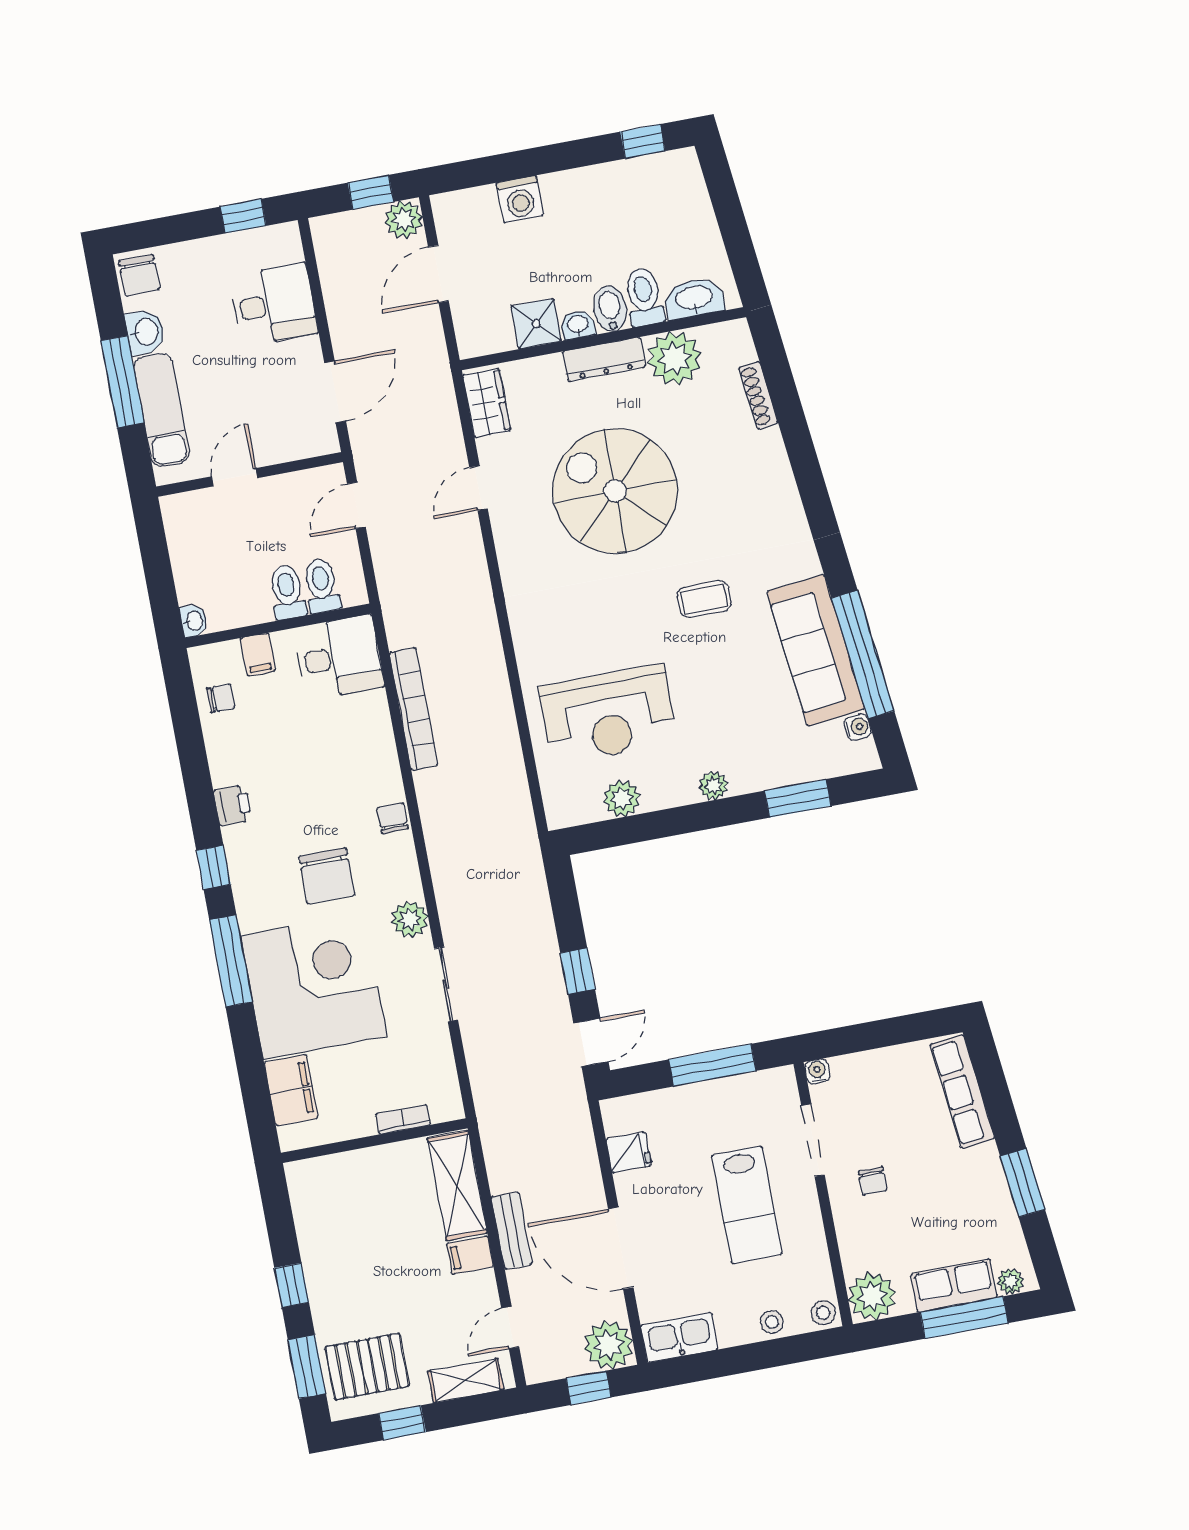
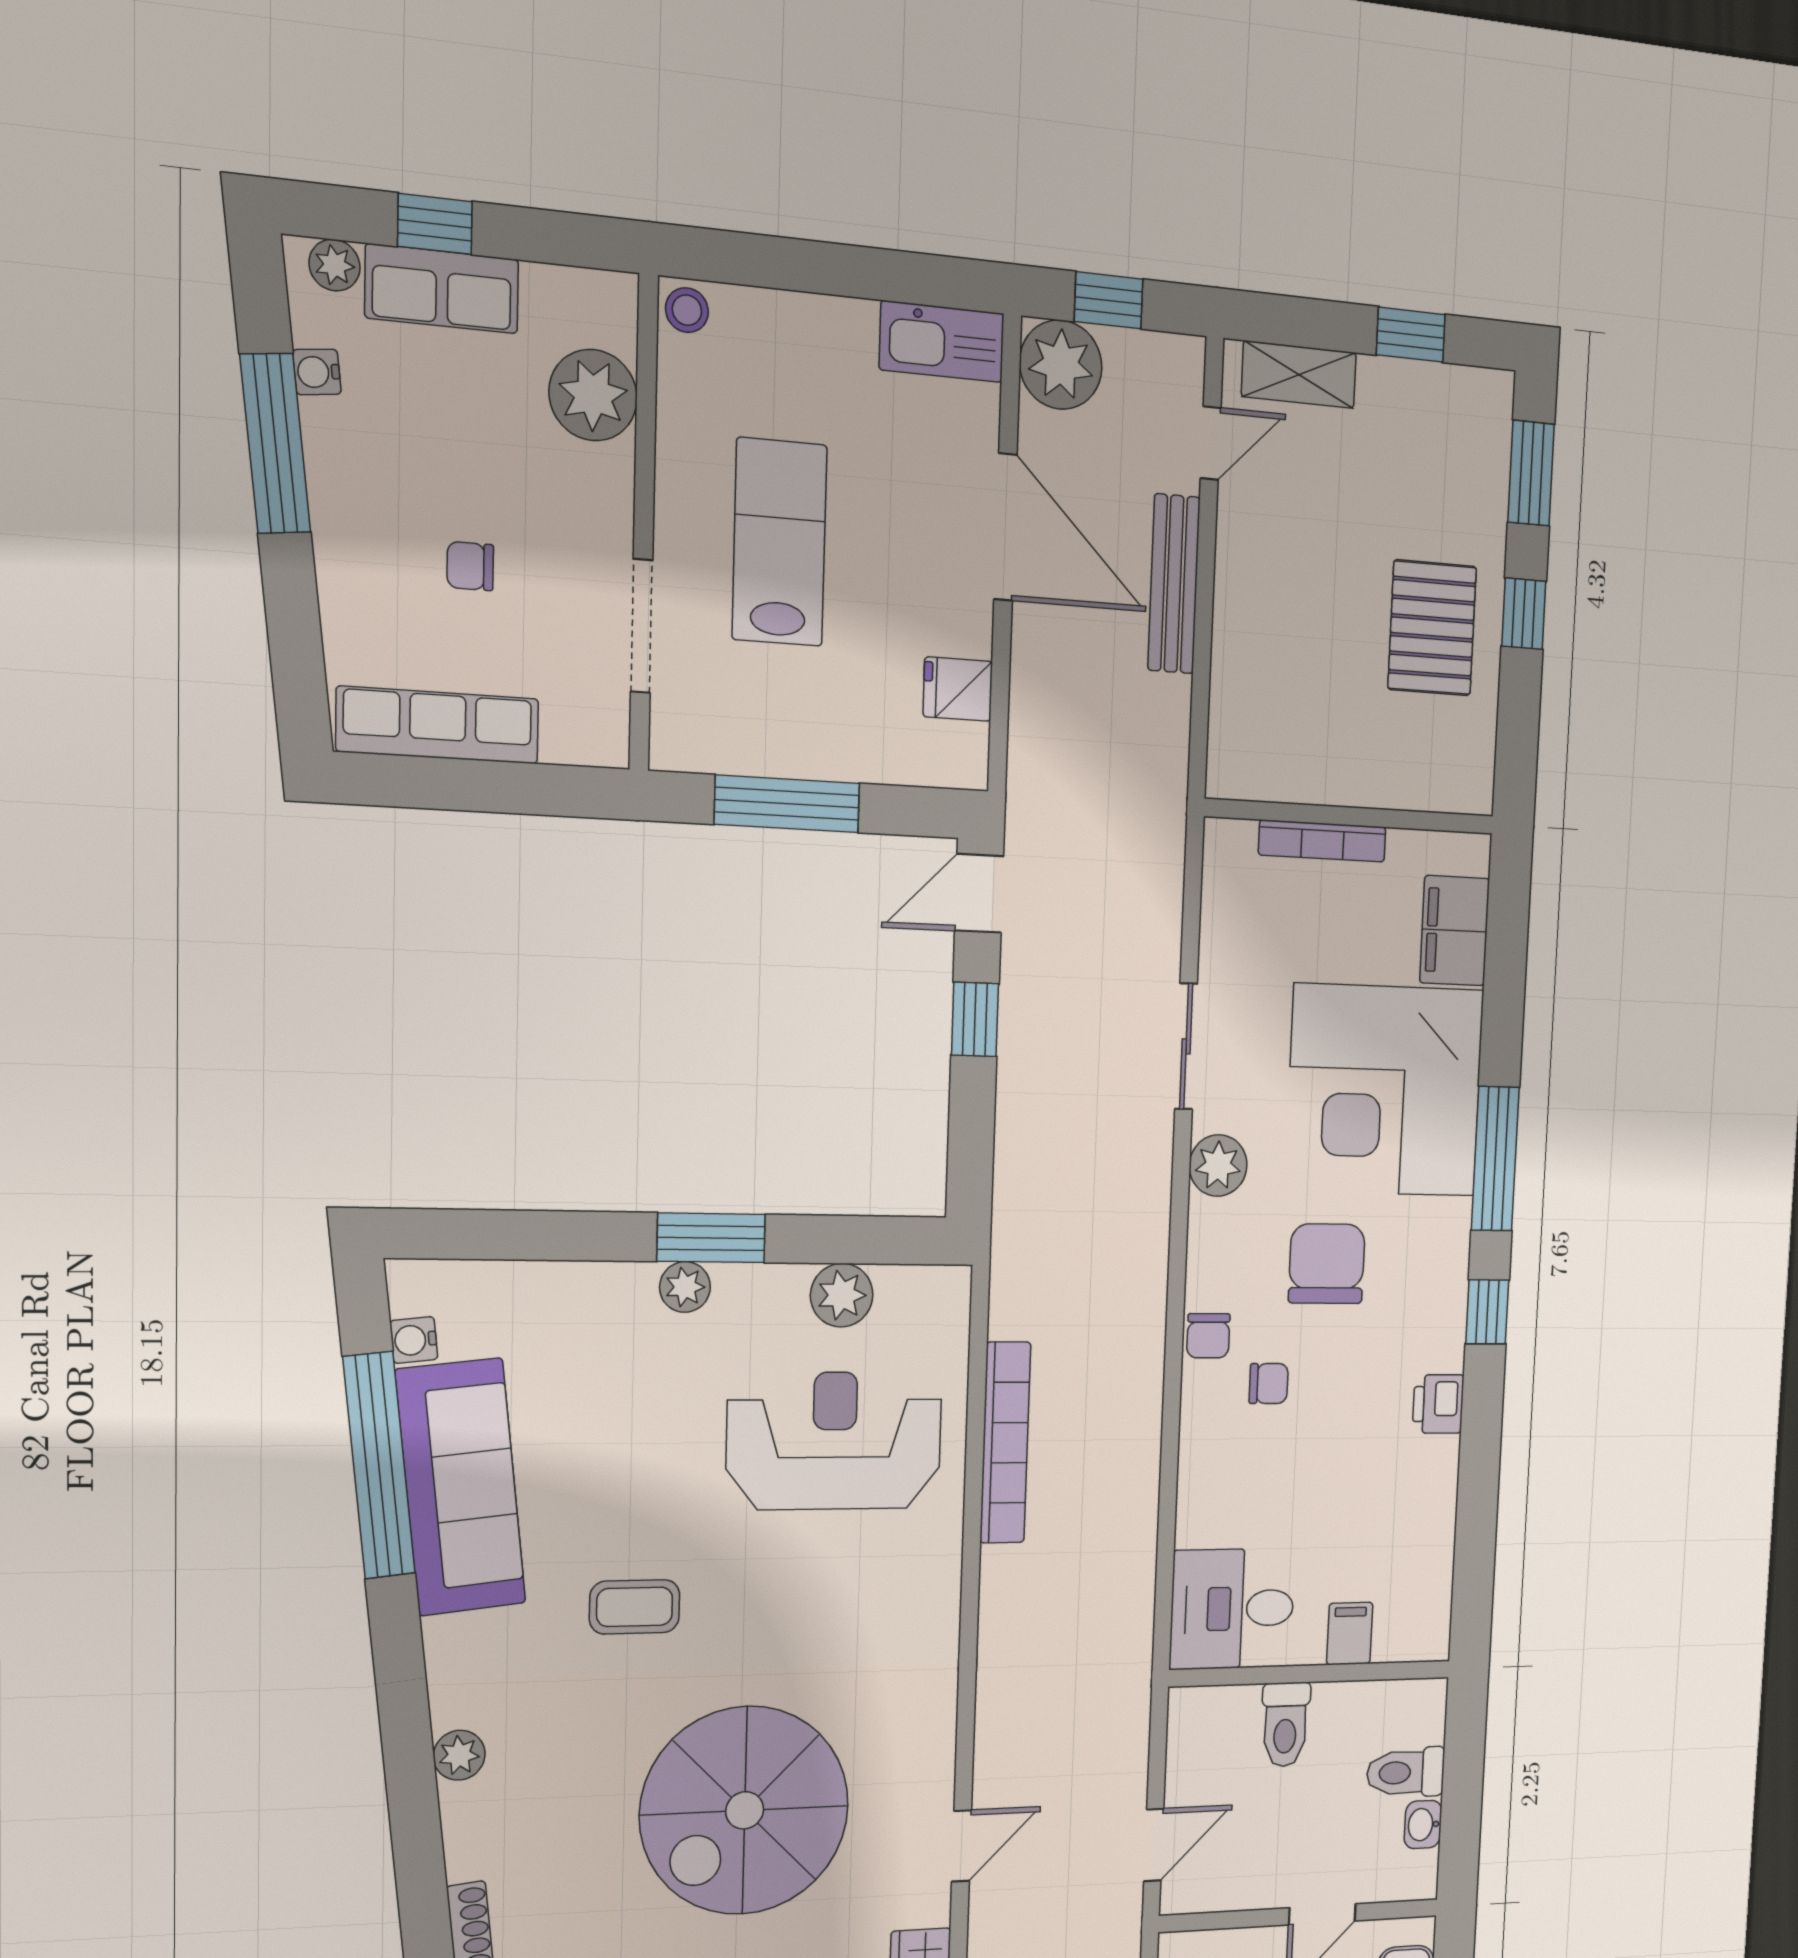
spiral stairs: (615, 491) -> (745, 1810), turned 90
plant: (786, 499) -> (459, 1755), added
toilet: (322, 586) -> (1406, 1772), moved, turned 90
washbasin: (194, 621) -> (1423, 1825), moved
chair: (221, 698) -> (1269, 1384), moved, turned 180
bookcase: (414, 709) -> (1005, 1443), moved, turned 180
window: (798, 798) -> (711, 1238), moved
water cooler: (817, 1071) -> (317, 372), moved, turned 84
row of seats: (962, 1091) -> (438, 725), moved, turned -84
bookcase: (403, 1119) -> (1322, 841), width x1.56
chair: (873, 1181) -> (470, 566), moved, turned -90
window: (1023, 1183) -> (275, 444), width x1.44
shelving: (457, 1186) -> (1241, 707), removed
bench: (512, 1231) -> (1174, 584), width x1.36
filing cabinet: (470, 1255) -> (1247, 584), removed
plant: (872, 1296) -> (593, 395), moved
window: (964, 1318) -> (435, 224), width x0.46
stool: (772, 1322) -> (780, 321), removed
pallet: (367, 1366) -> (1432, 628), moved, turned 90

